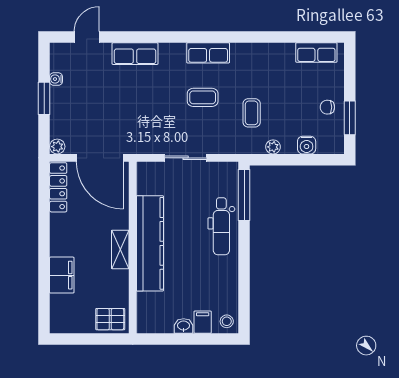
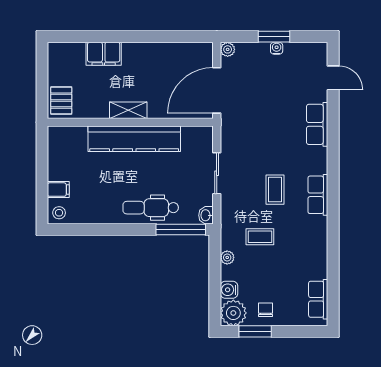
water cooler: (56, 79) -> (277, 48), moved
plant: (331, 141) -> (233, 313), added
locker: (58, 187) -> (188, 50), removed
washbasin: (184, 326) -> (206, 215), moved, turned 180

